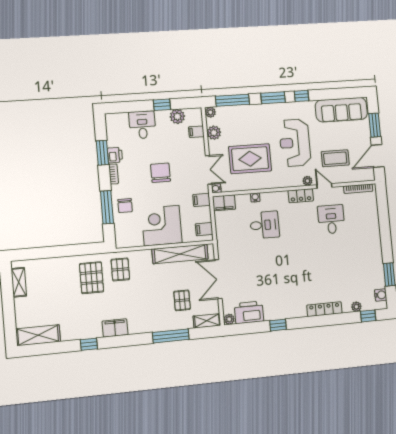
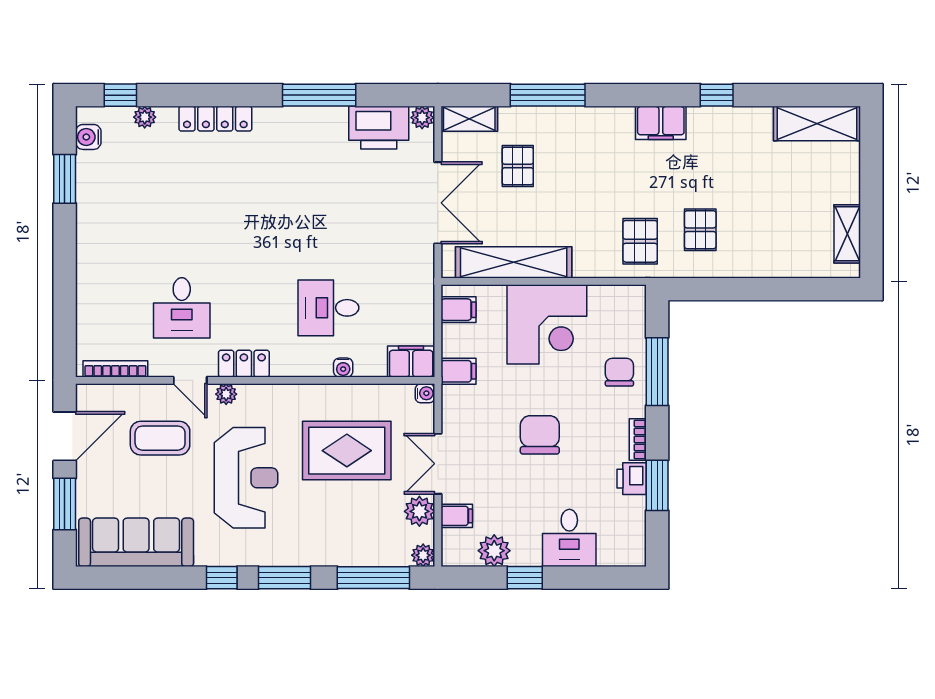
double door: (209, 170) -> (438, 464), moved
chair: (161, 173) -> (540, 435), turned 180
pallet: (92, 278) -> (700, 230), width x0.67, depth x0.71
window: (278, 325) -> (319, 95), width x2.17

